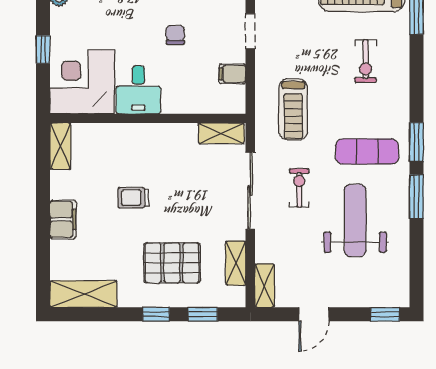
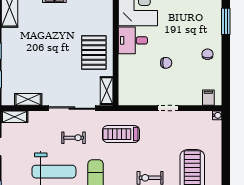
filing cabinet: (232, 74) -> (143, 97), removed
trolley: (133, 198) -> (68, 38), removed
pallet: (172, 263) -> (94, 52), moved

